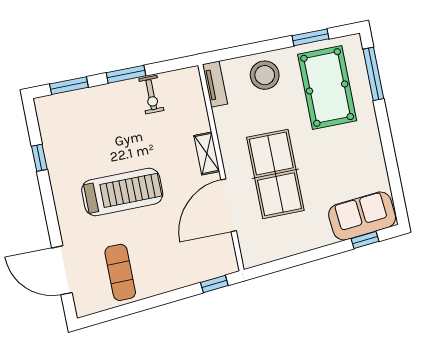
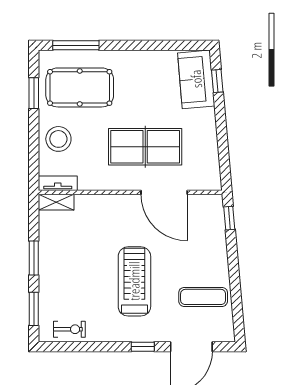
exercise bike: (151, 95) -> (69, 329), moved
shelving: (207, 153) -> (56, 202), moved
window: (39, 158) -> (143, 347), moved

